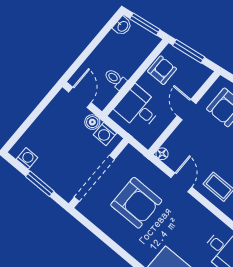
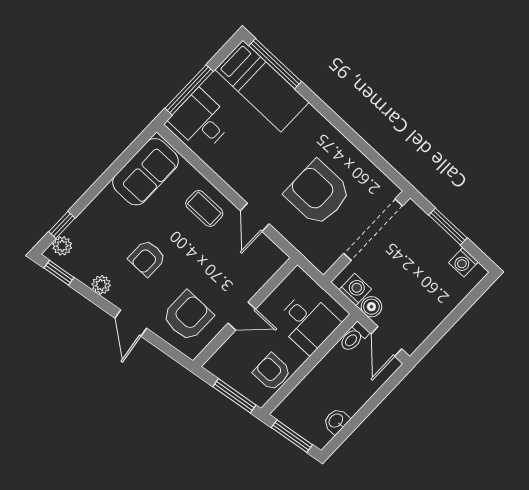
washbasin: (122, 26) -> (336, 421), moved
armchair: (162, 70) -> (272, 372), turned 90
toilet: (115, 79) -> (354, 337), moved, turned 90
door: (187, 110) -> (242, 316), hinge flipped
floor lamp: (162, 154) -> (279, 258), removed

